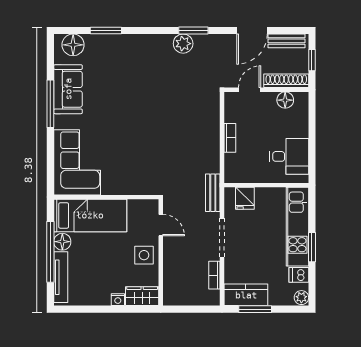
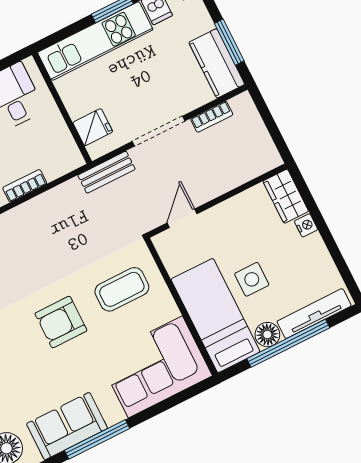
armchair: (134, 118) -> (61, 322), added
coffee table: (136, 166) -> (122, 289), added
side table: (144, 255) -> (252, 279), moved

